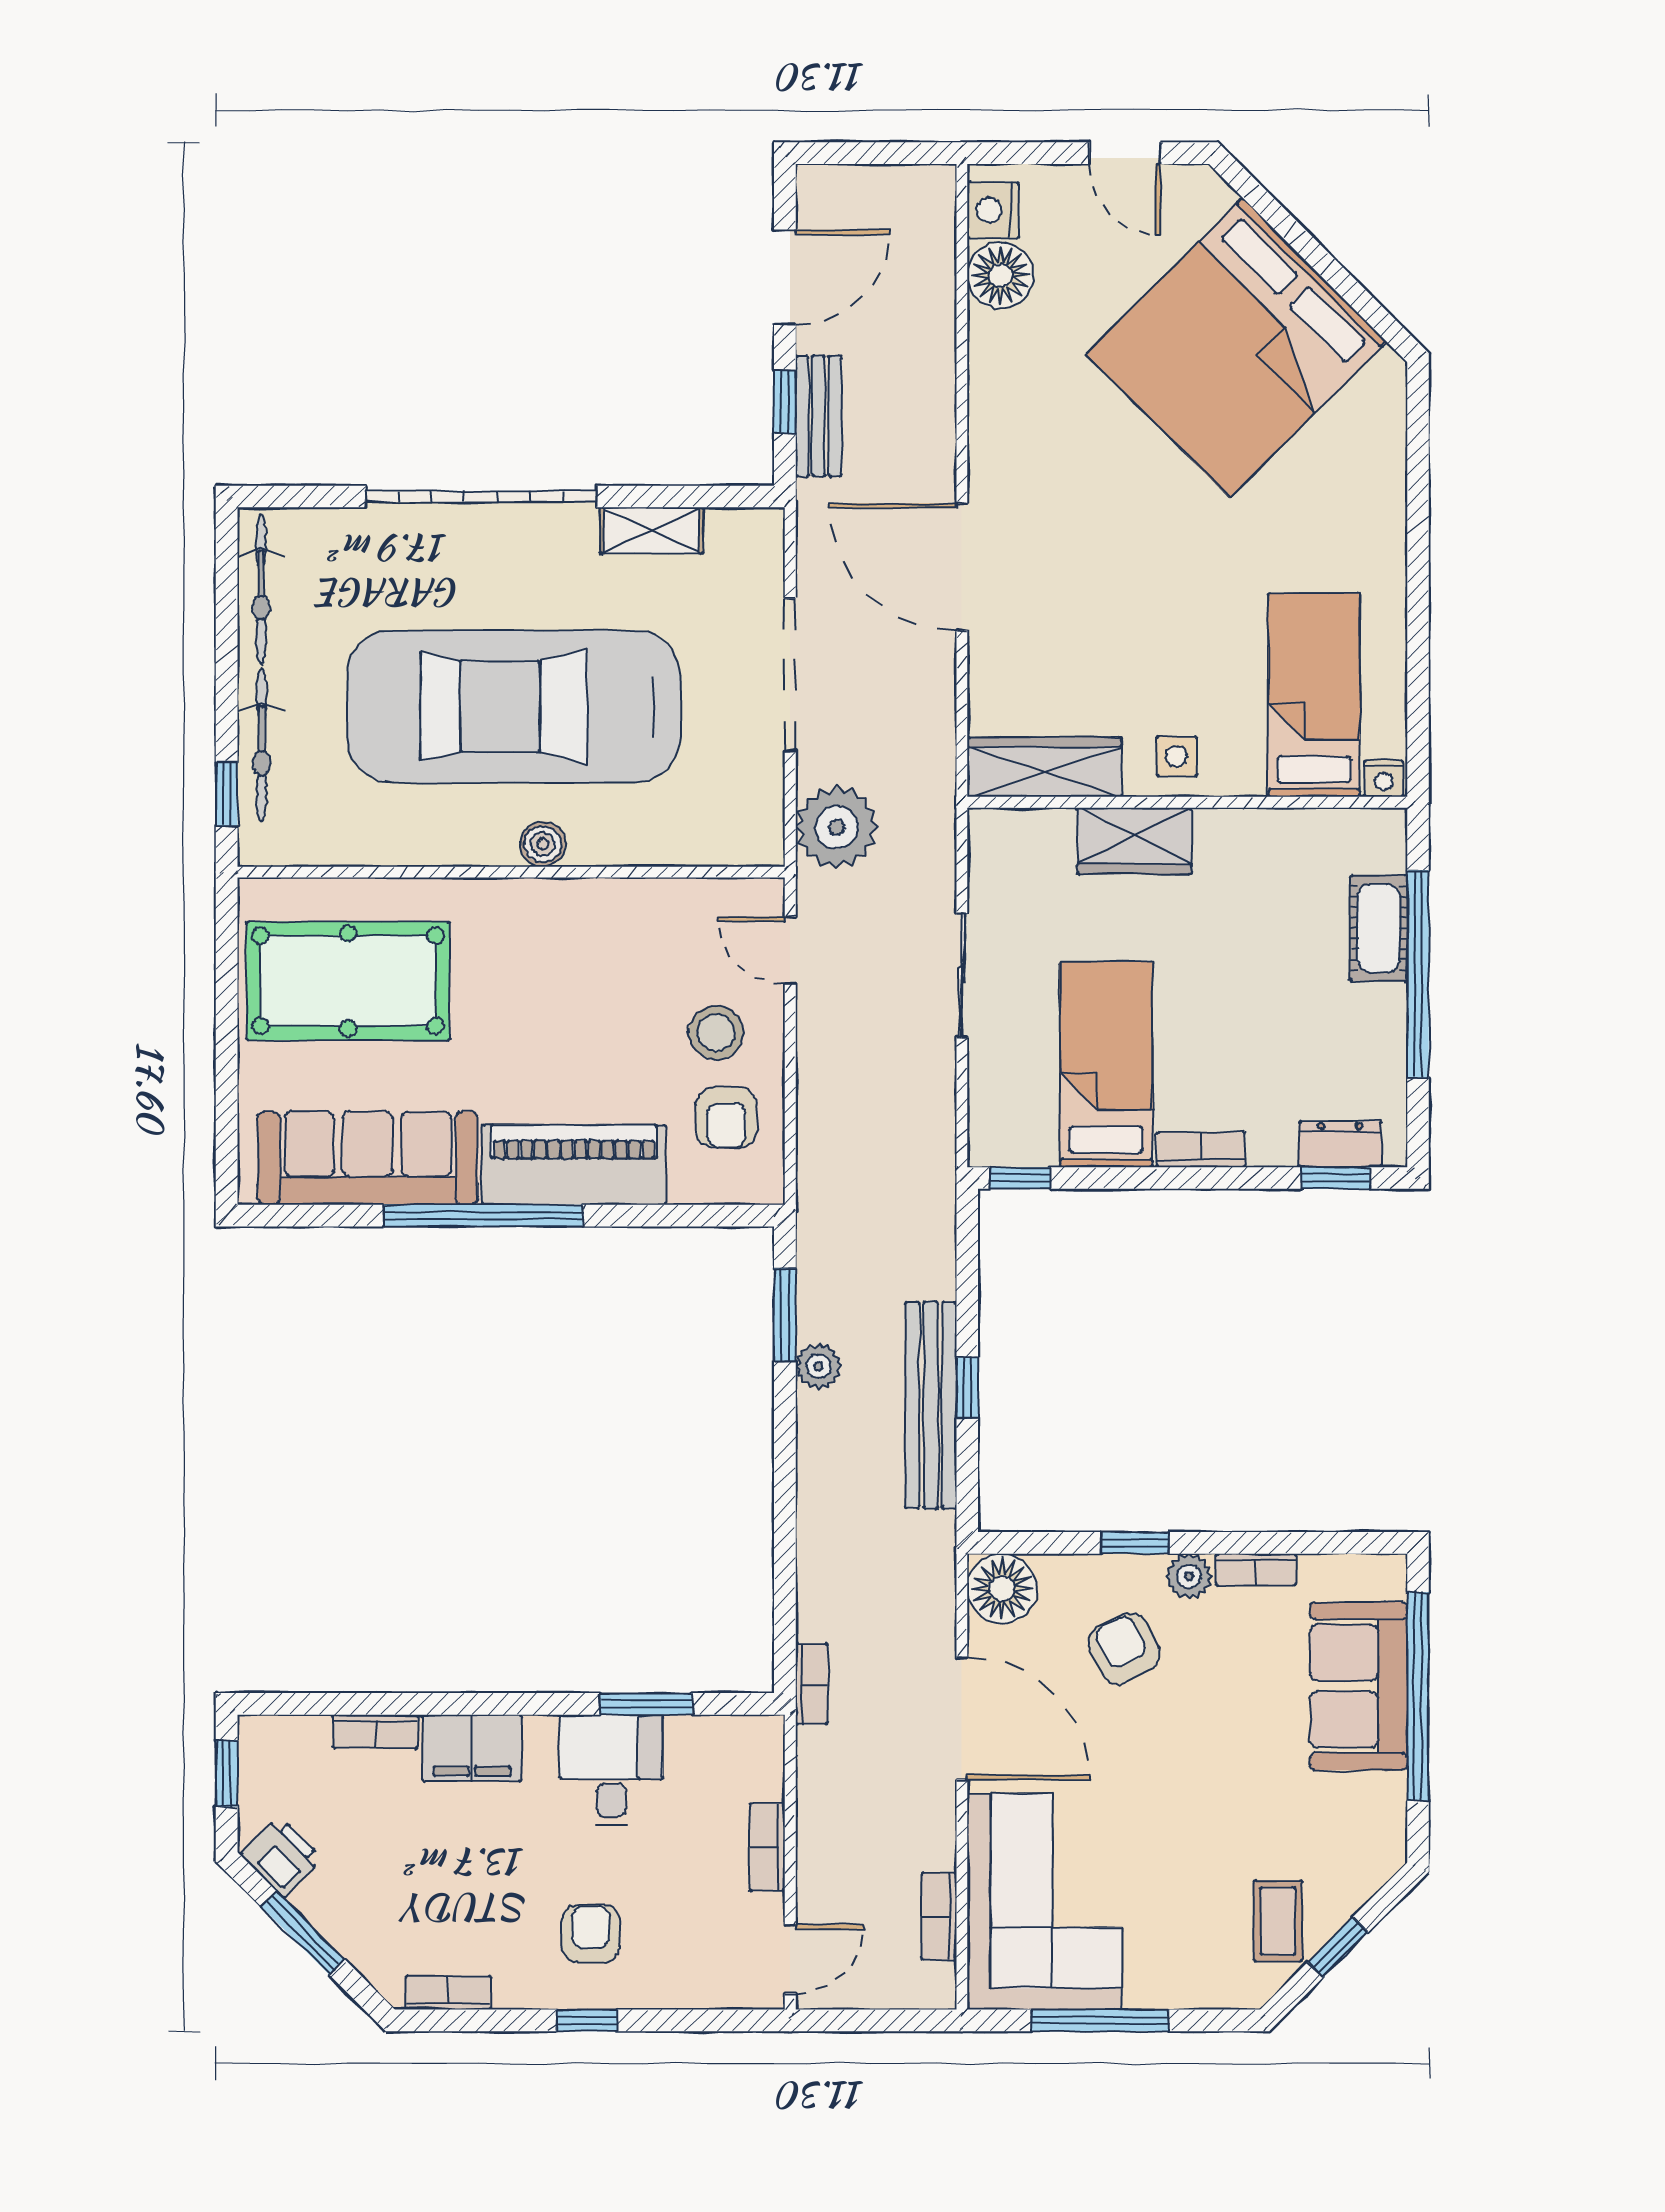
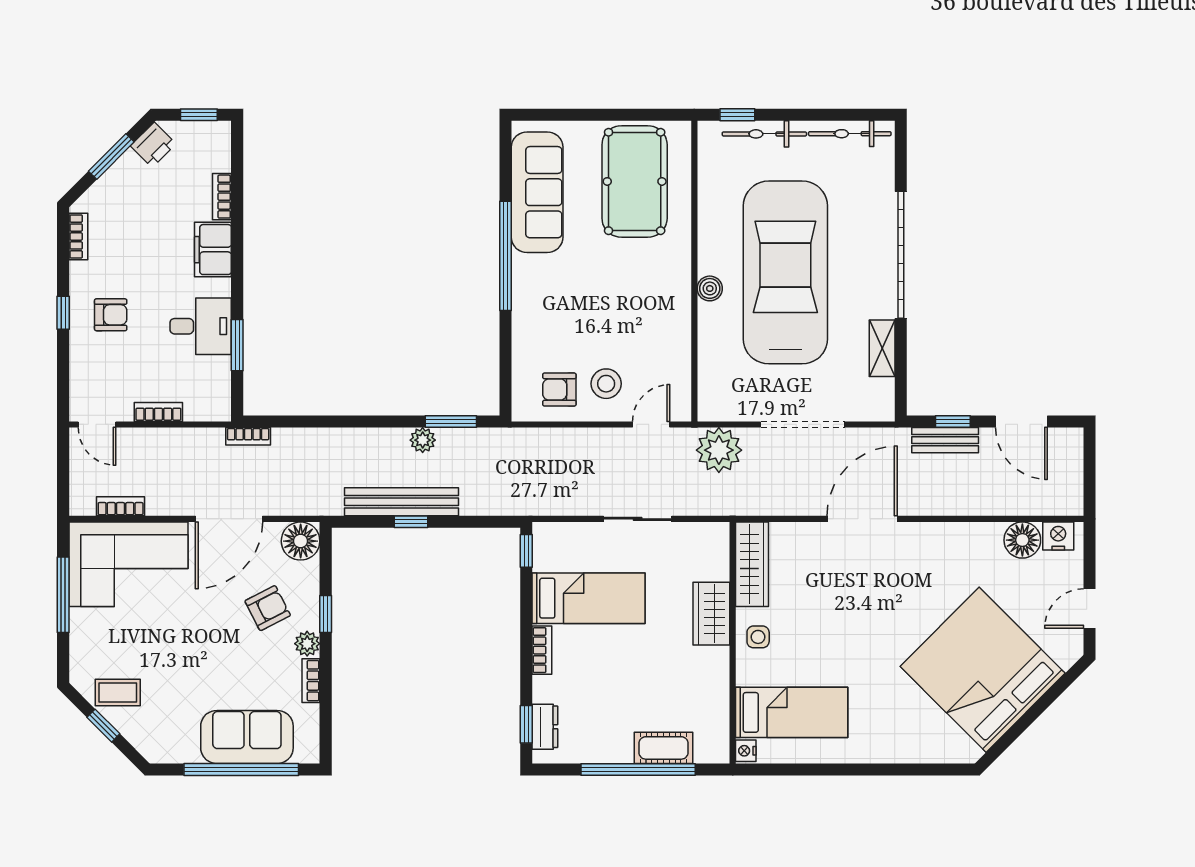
piano: (574, 1165) -> (533, 306), removed

